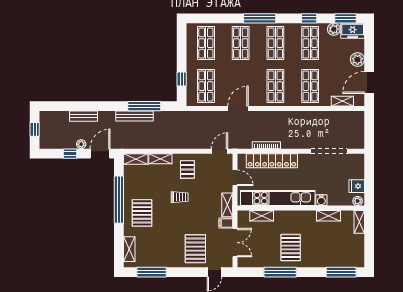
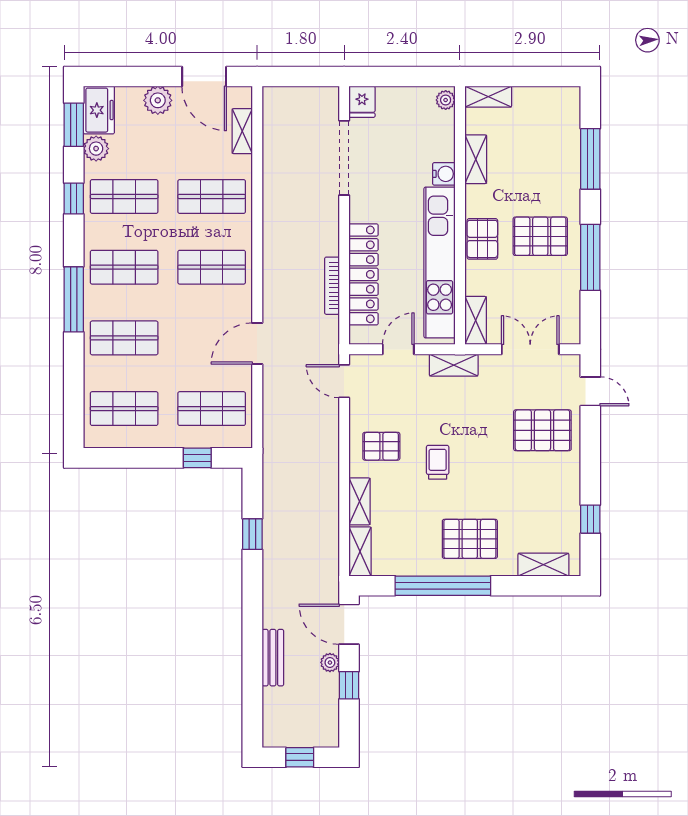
window: (144, 106) -> (252, 534), width x0.46
door: (238, 108) -> (257, 344), hinge flipped
bench: (134, 116) -> (273, 554), removed
fridge: (357, 186) -> (362, 102), moved
shelving: (262, 216) -> (476, 320), moved
pallet: (289, 219) -> (482, 239), added
filing cabinet: (226, 223) -> (490, 368), removed
window: (152, 272) -> (590, 519), width x0.46
window: (341, 272) -> (590, 159), moved

